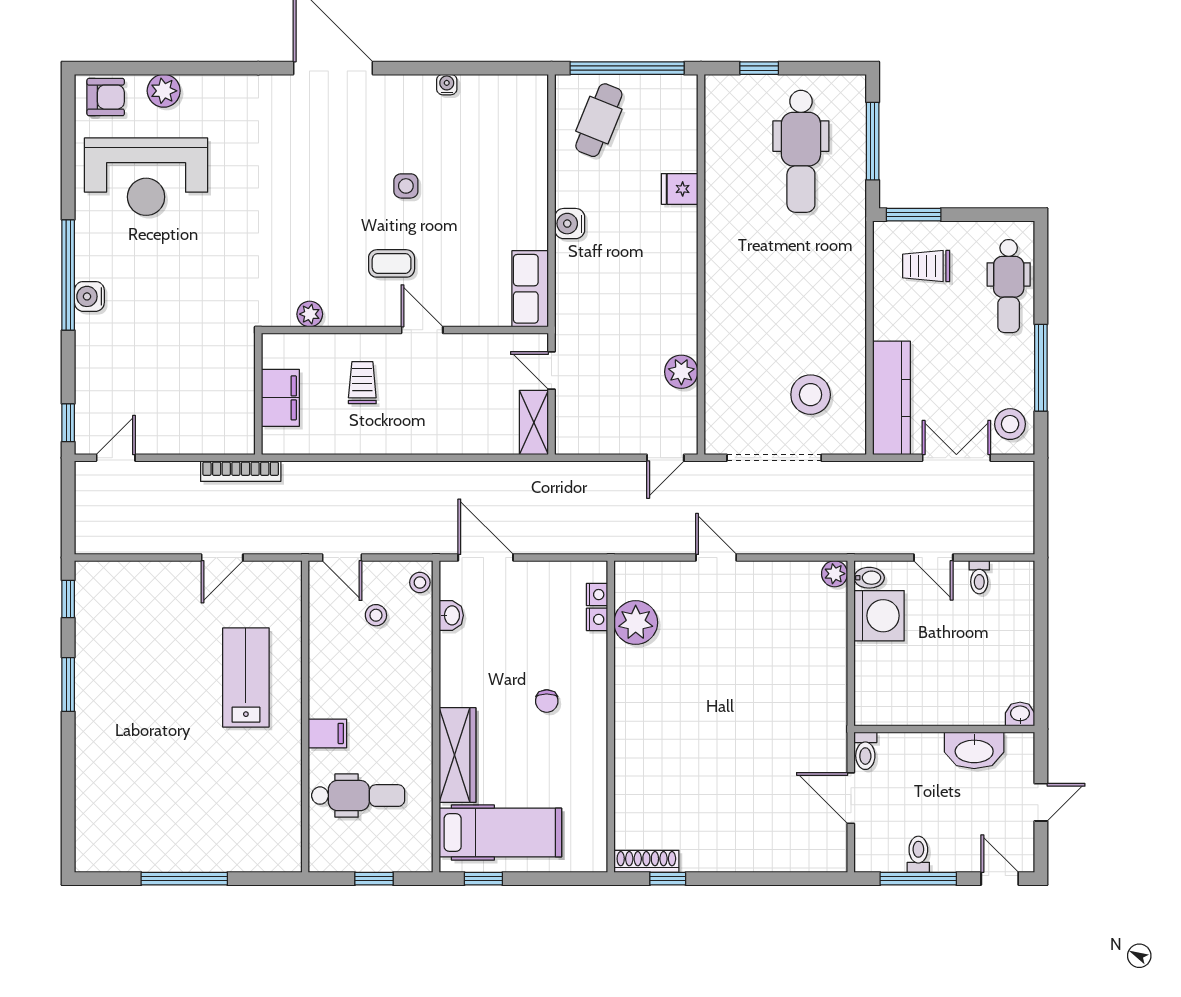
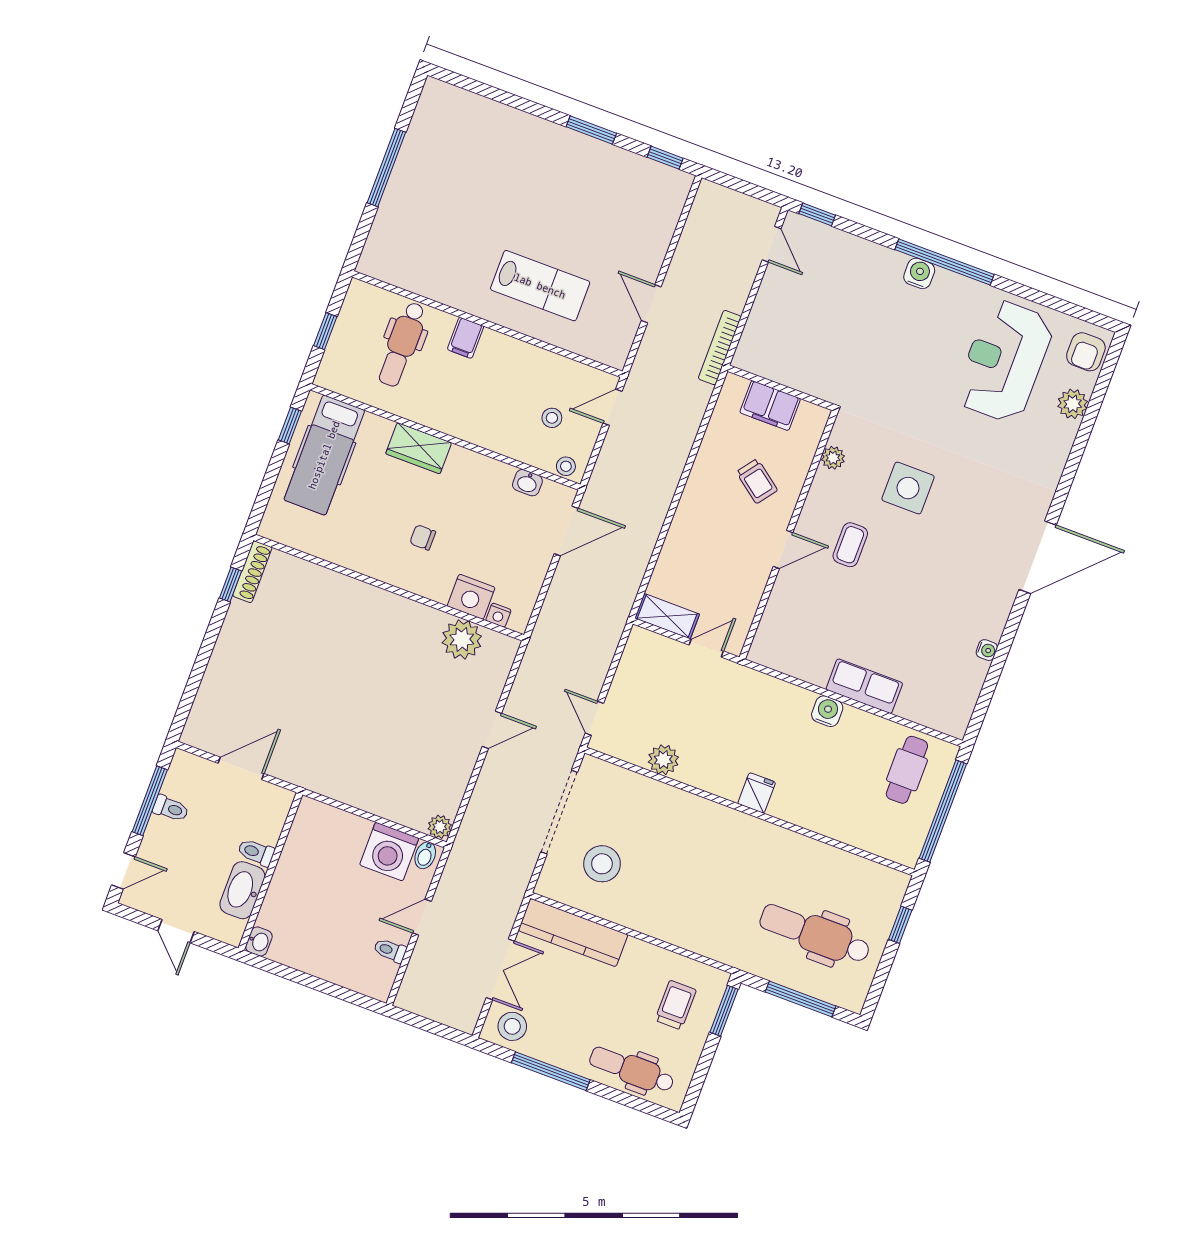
cafe table: (599, 120) -> (907, 770), turned 68
side table: (406, 186) -> (908, 488), moved, width x1.87, depth x1.87
fridge: (680, 189) -> (757, 793), moved
row of seats: (530, 289) -> (864, 686), moved
trolley: (362, 383) -> (757, 481), turned 37
nightstand: (597, 619) -> (471, 597), width x1.89, depth x1.79
toilet: (865, 751) -> (256, 852), moved
wardrobe: (458, 755) -> (419, 448), width x0.67

